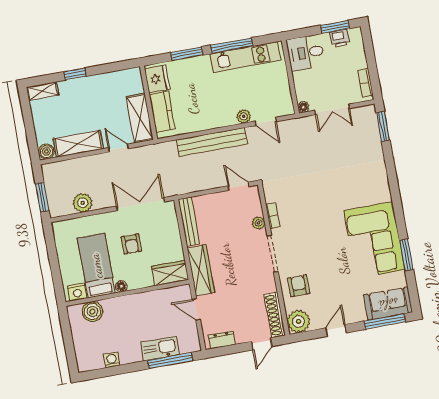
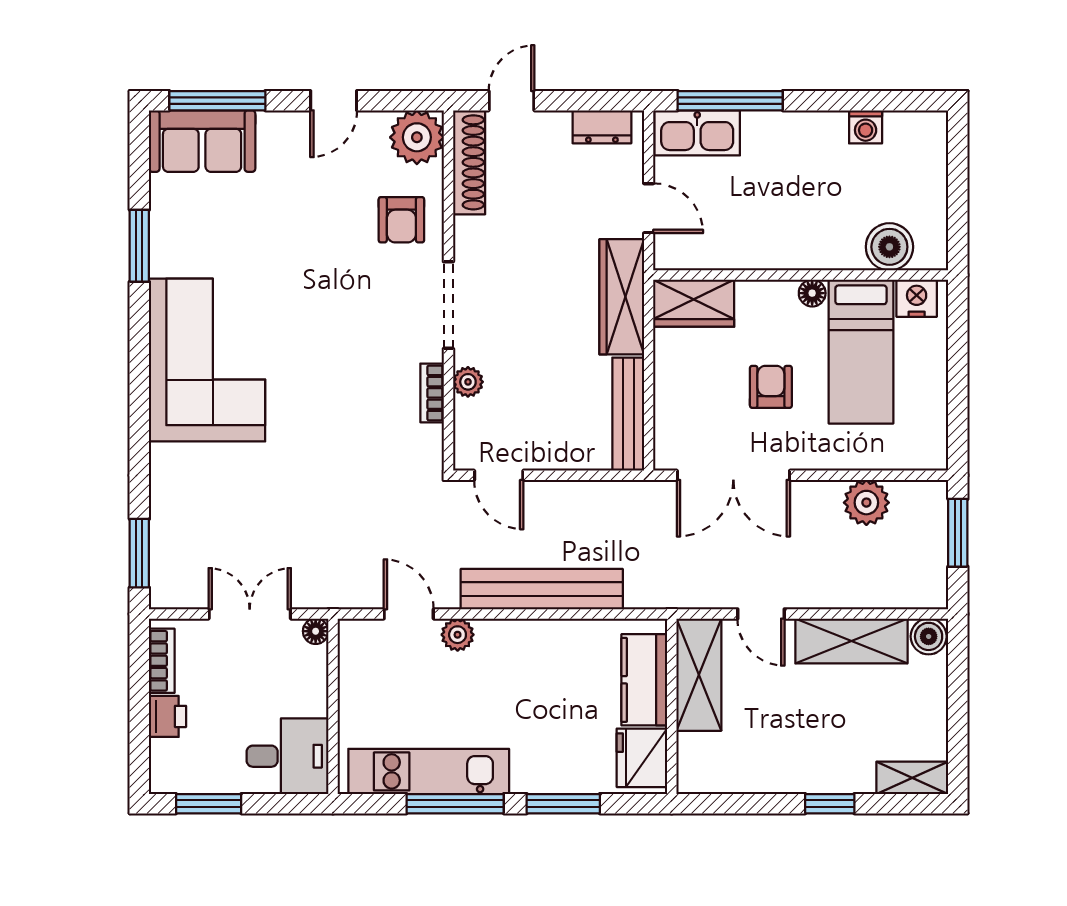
printer: (340, 38) -> (168, 716), moved, turned 90
corner sofa: (374, 240) -> (207, 360), moved
kitchen sink: (160, 348) -> (697, 133), moved

